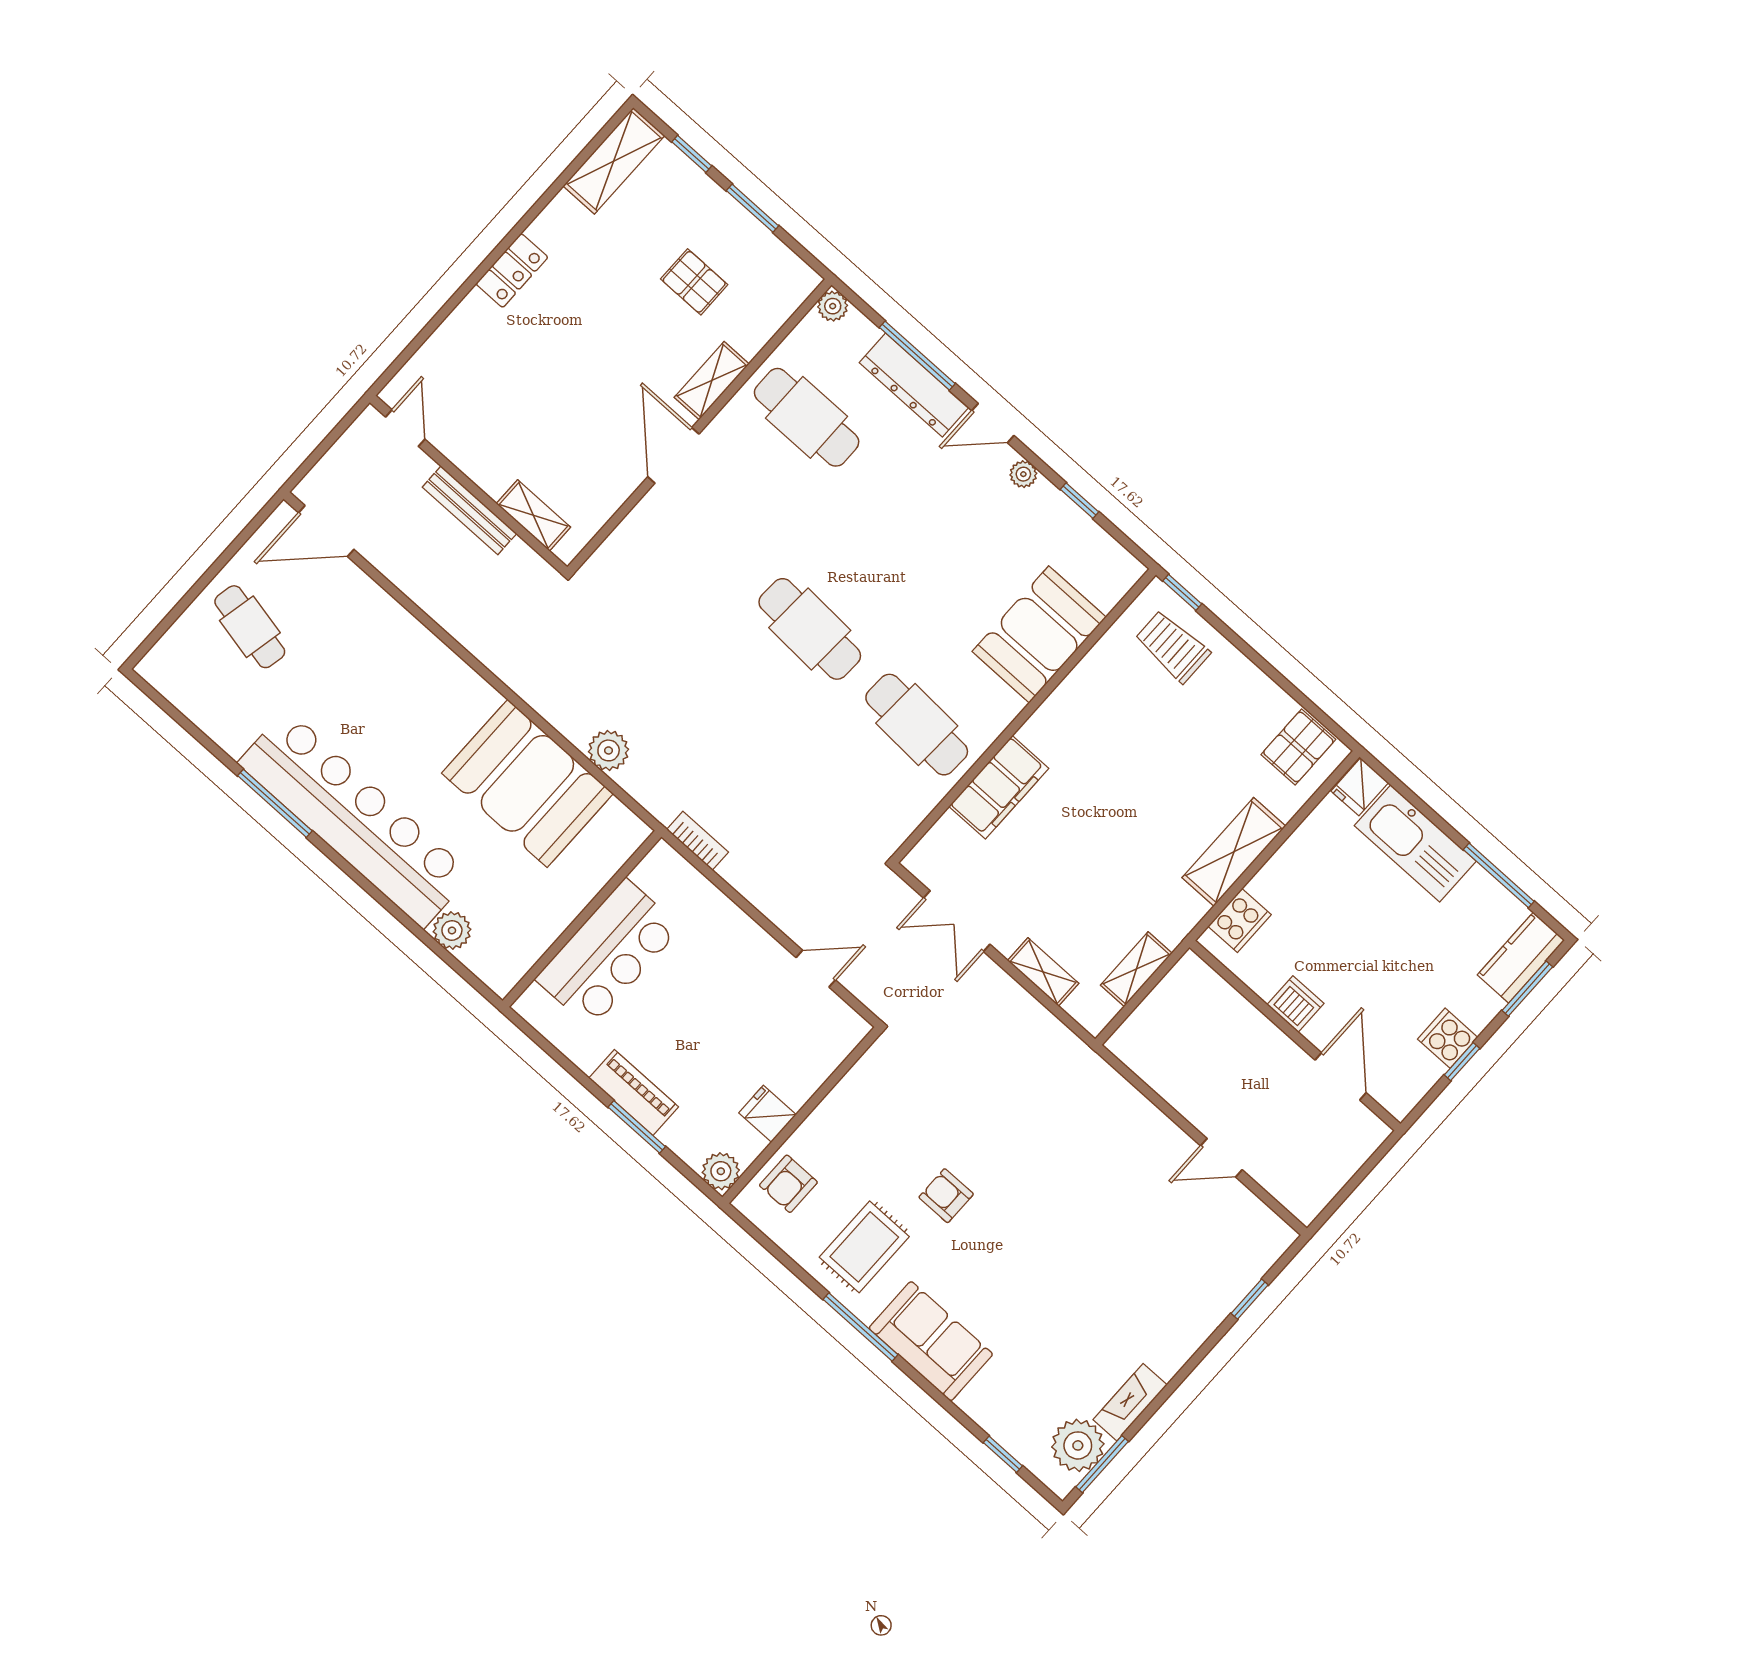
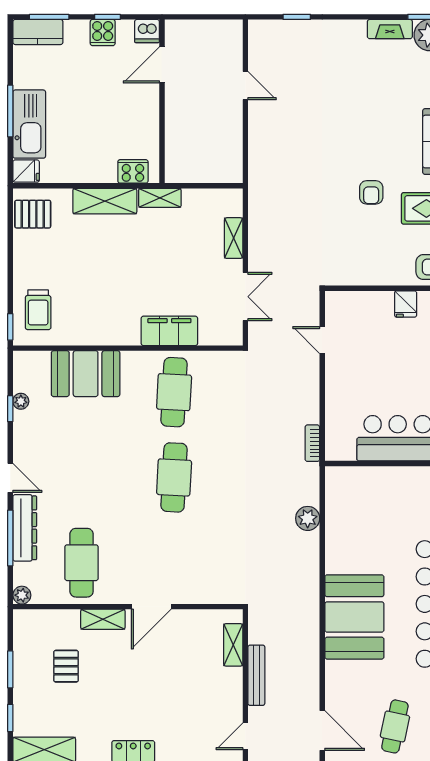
plant: (1023, 474) -> (21, 401), moved
booth: (527, 783) -> (354, 617), moved
window: (1499, 875) -> (10, 111), moved
shelving: (1136, 969) -> (160, 198), moved
dishwasher: (1295, 1004) -> (147, 31), moved, turned -90

